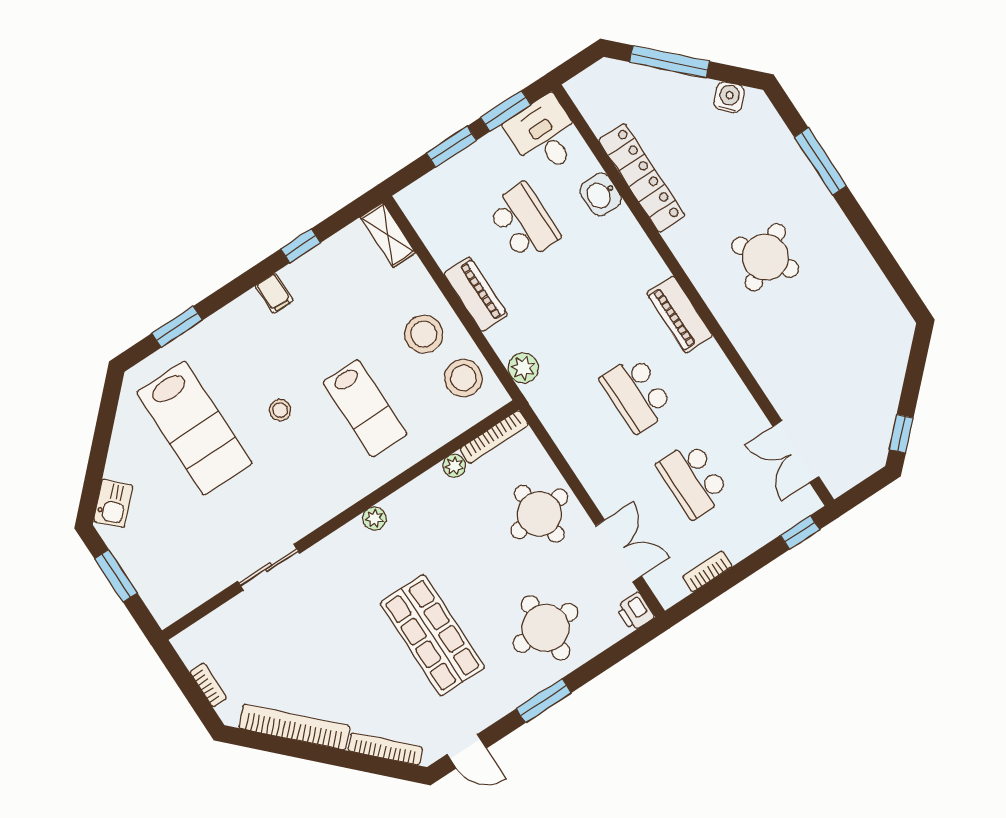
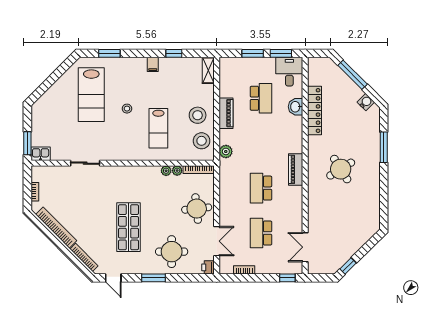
kitchen sink: (113, 503) -> (41, 154), moved, turned -135
plant: (374, 518) -> (166, 171), moved
window: (116, 576) -> (27, 143), moved

